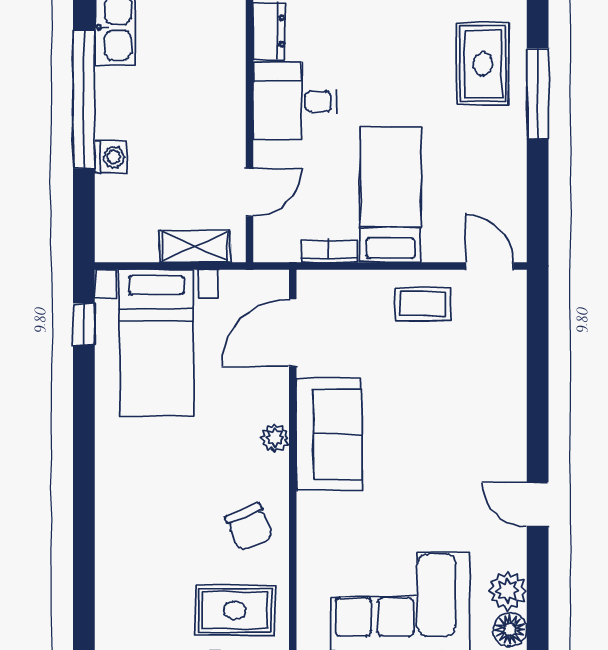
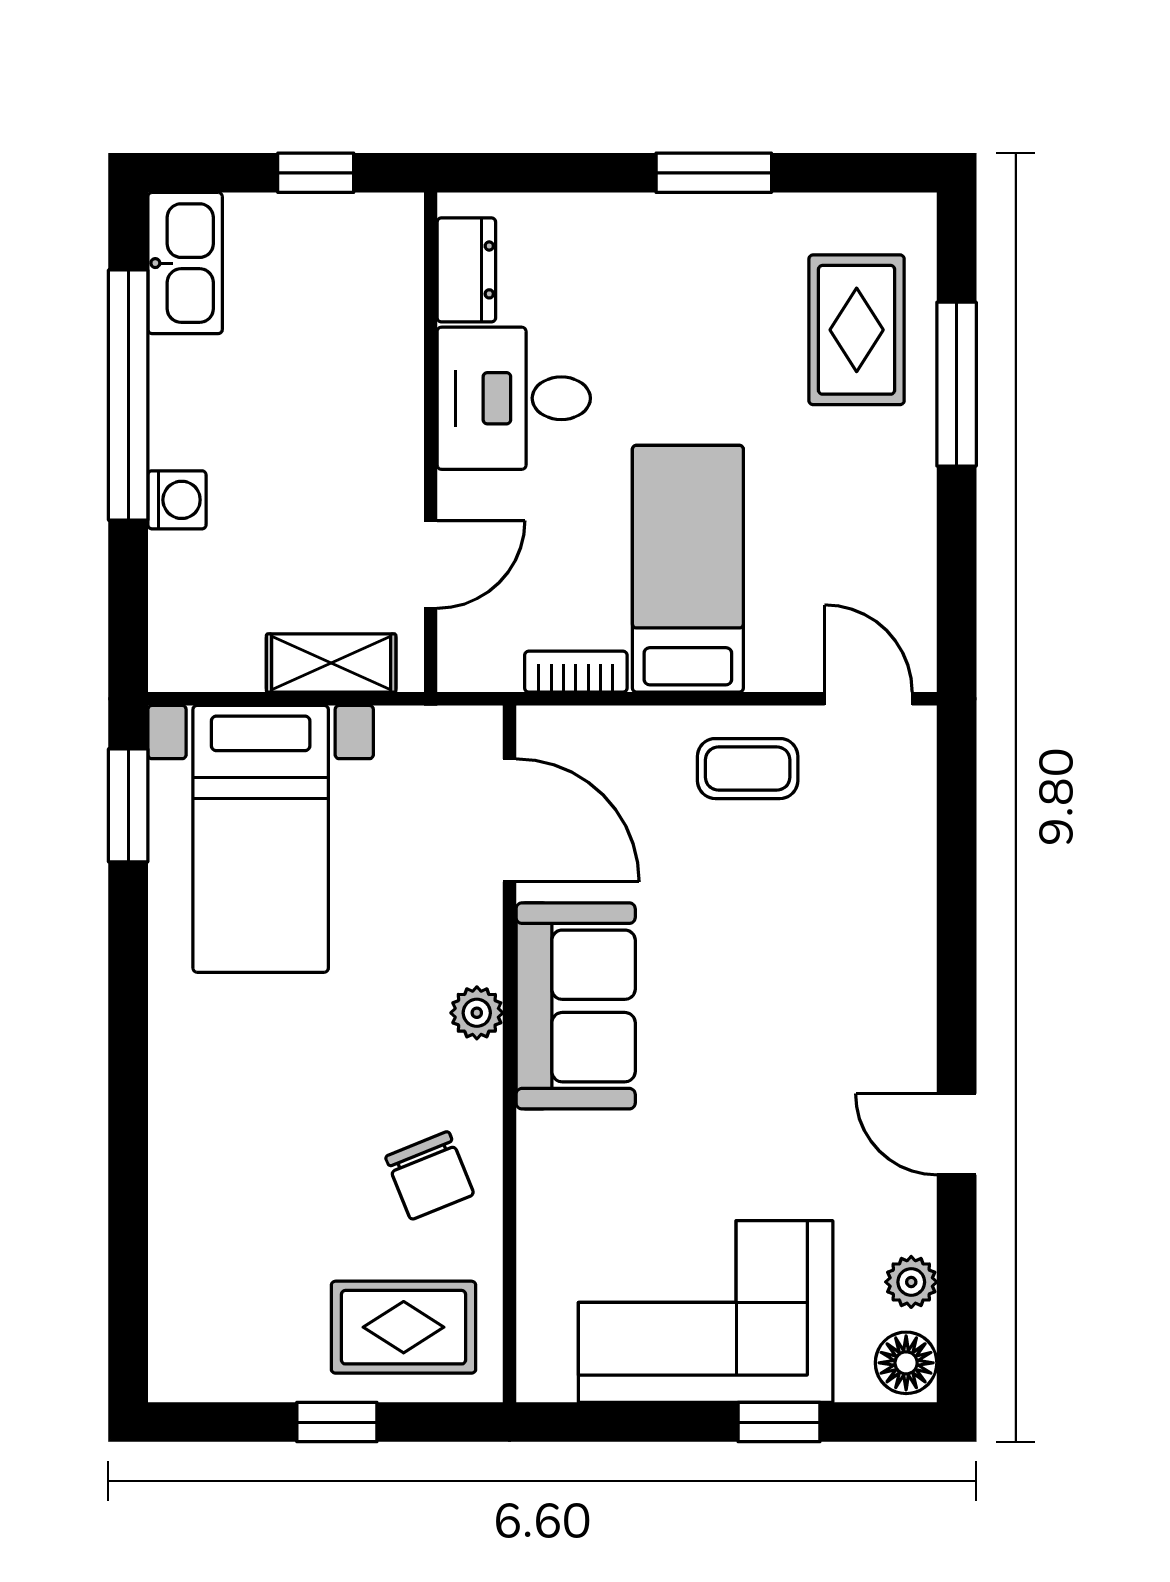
window: (84, 324) -> (128, 805), width x1.50
door: (293, 333) -> (509, 820), swing flipped
plant: (508, 591) -> (911, 1282), width x0.73, depth x0.73

